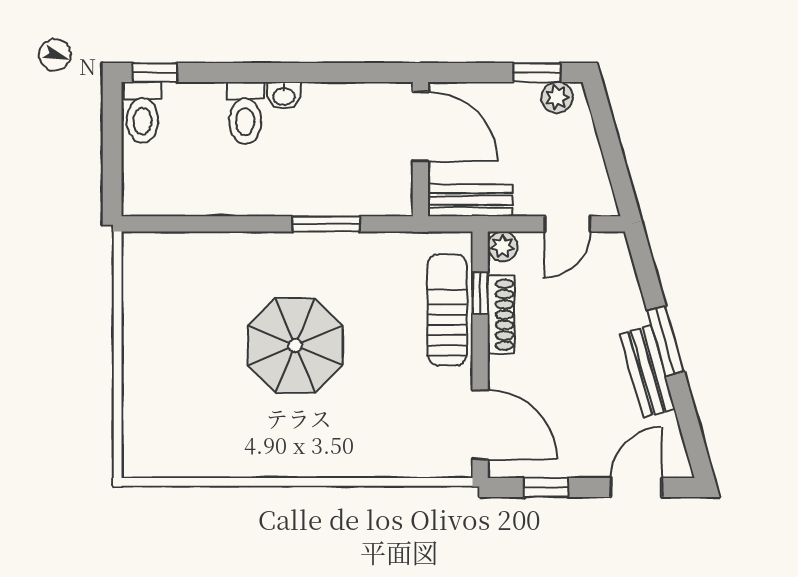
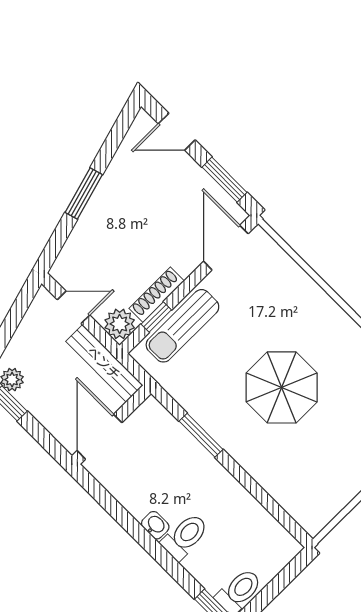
bench: (470, 200) -> (104, 363), width x1.36
plant: (503, 246) -> (120, 324), width x1.38, depth x1.38
bench: (647, 371) -> (110, 187), removed
window: (546, 487) -> (225, 180), width x1.50

